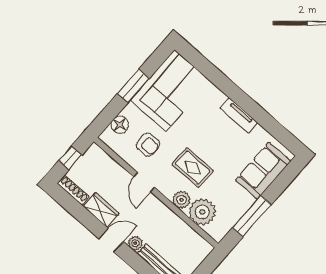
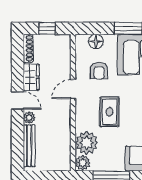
plant: (181, 200) -> (83, 163), moved

